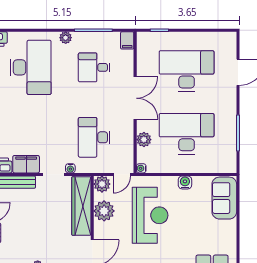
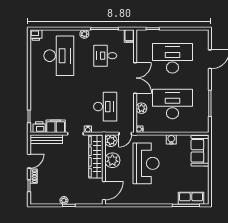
desk: (94, 137) -> (105, 107), turned 180

